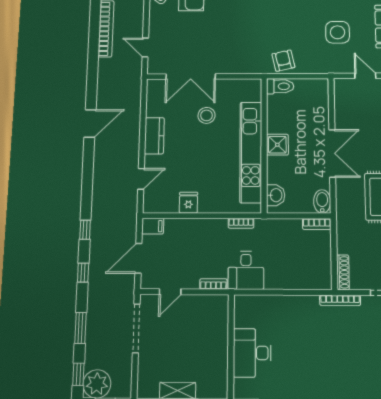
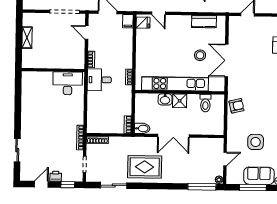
double door: (191, 77) -> (227, 60), moved
toilet: (280, 86) -> (205, 103), moved
kitchen counter: (154, 136) -> (204, 22), moved
washbasin: (276, 195) -> (165, 99), moved
fridge: (188, 203) -> (143, 23), moved
desk: (252, 353) -> (68, 83), moved

